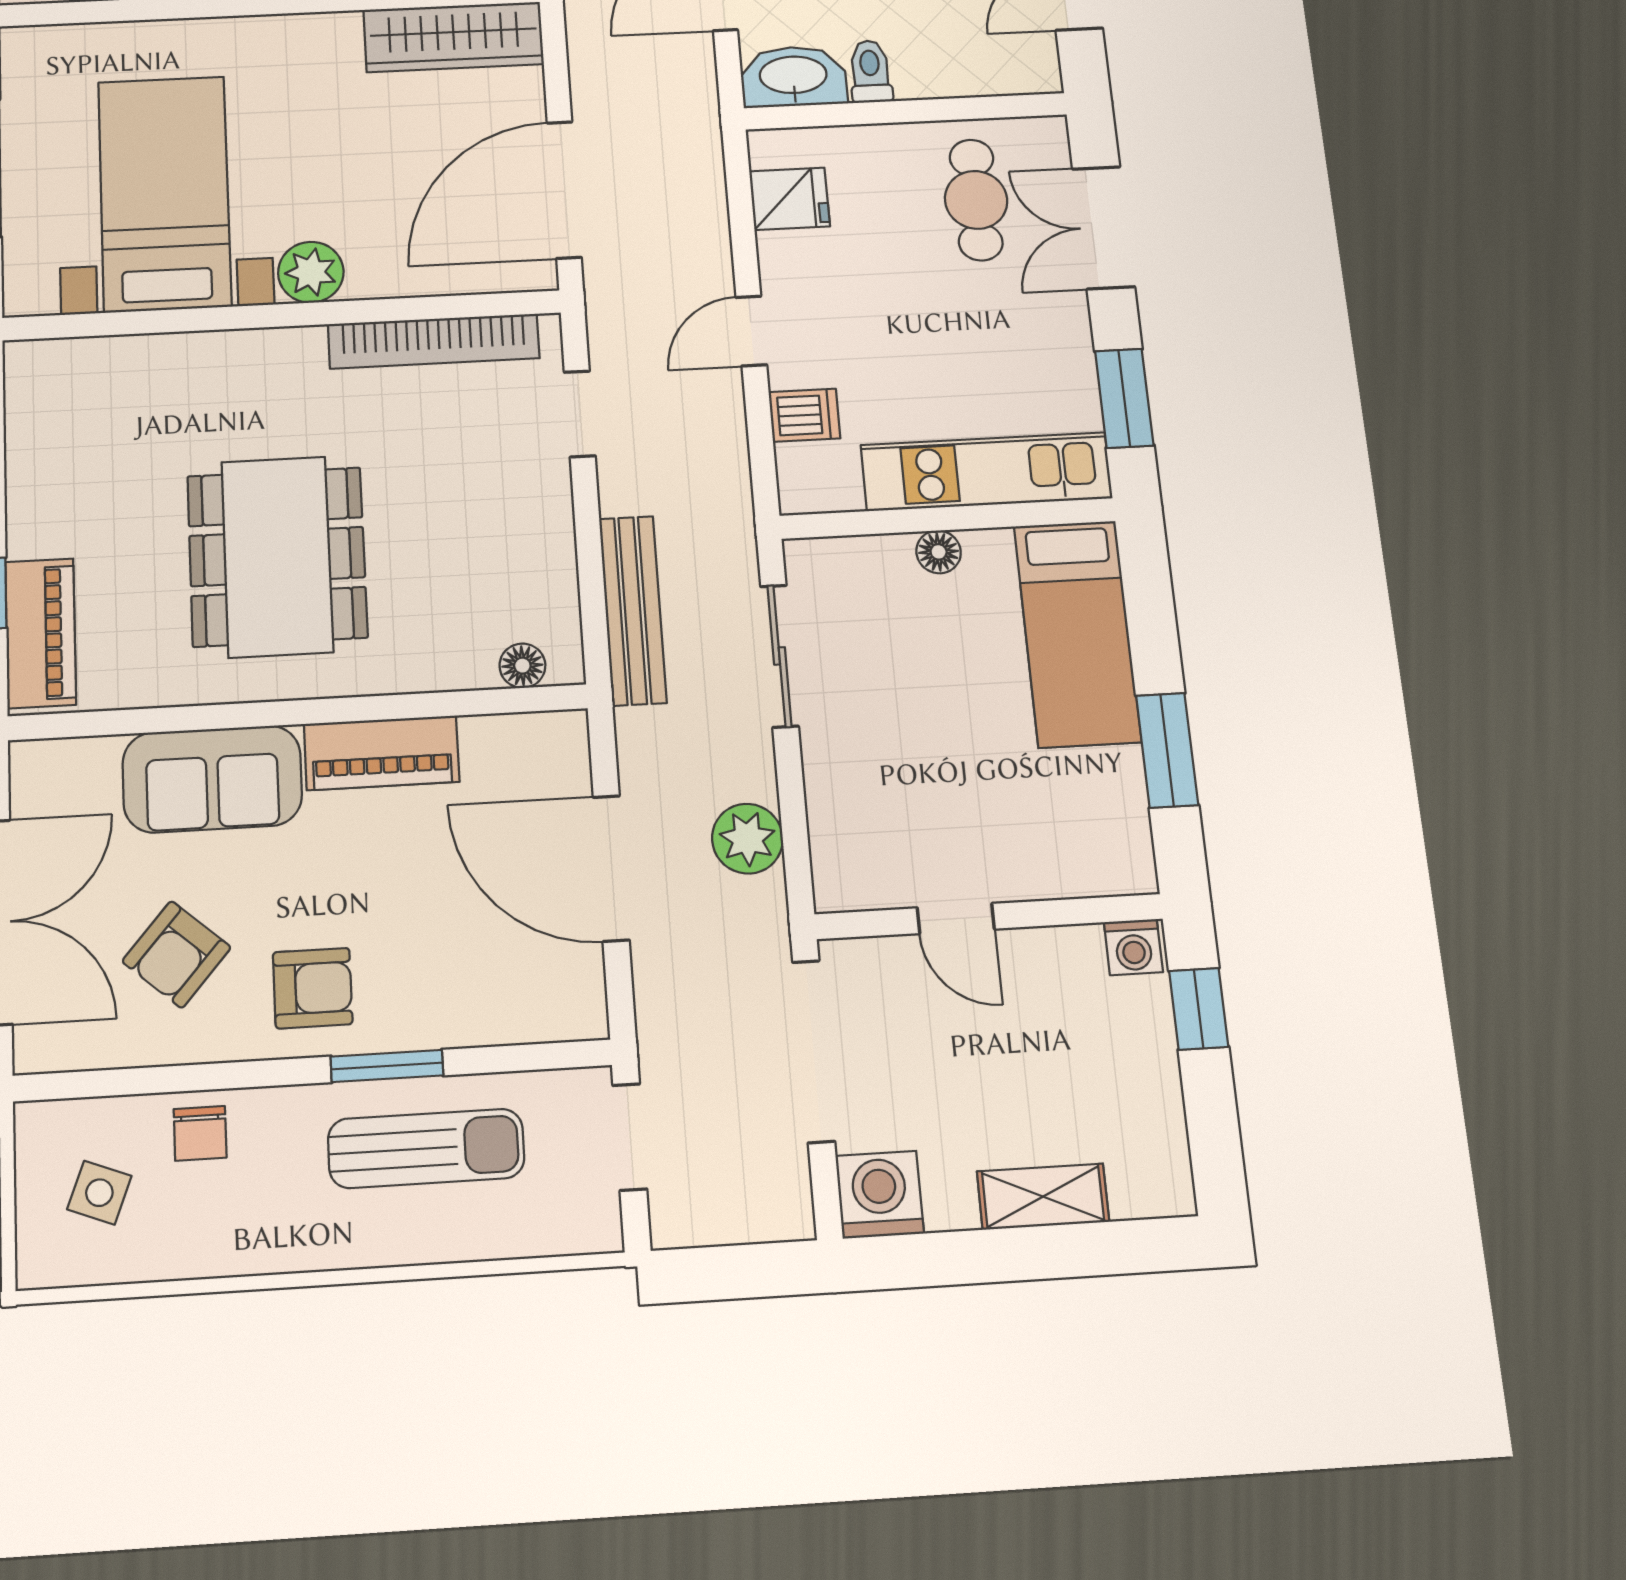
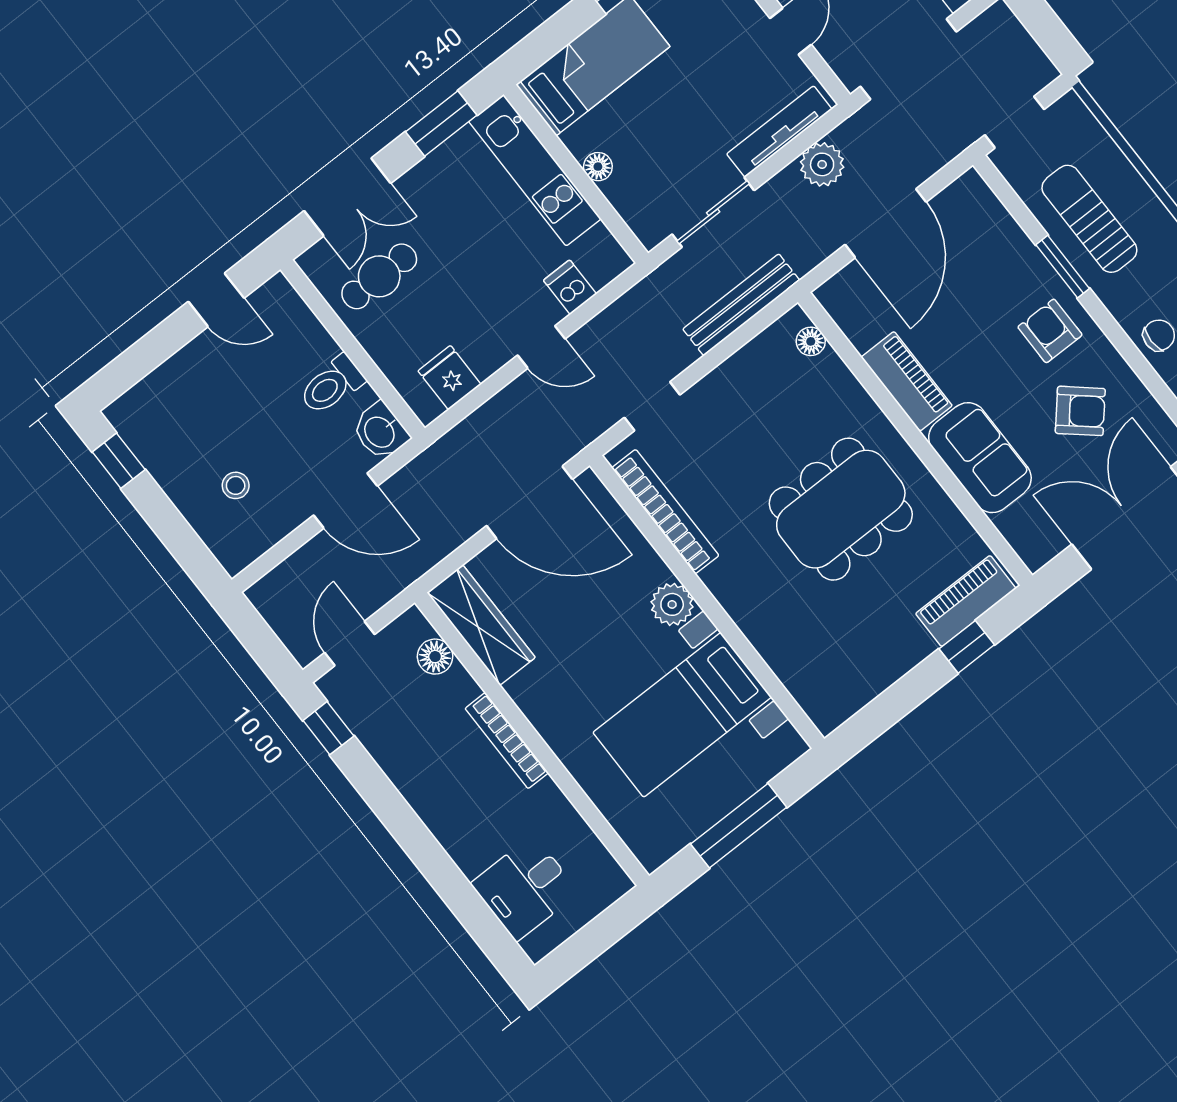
toilet: (870, 72) -> (332, 385), width x1.37, depth x1.39
washbasin: (793, 77) -> (380, 431), width x0.72
tv unit: (830, 813) -> (779, 132), added

